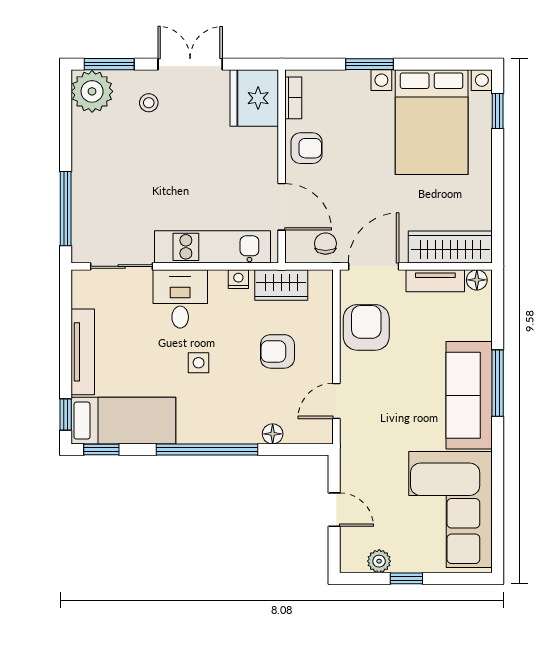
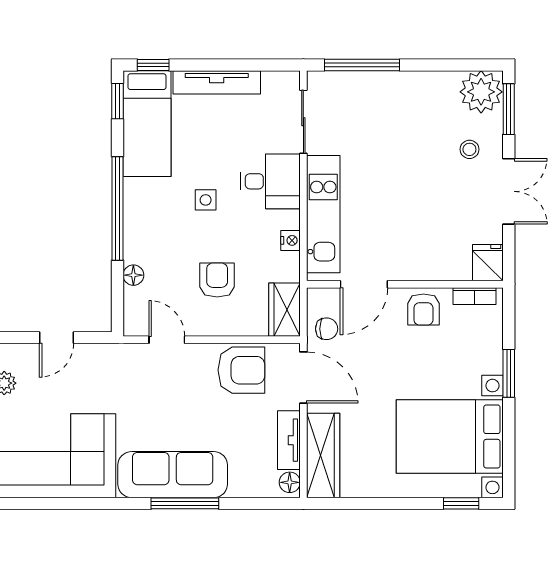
fridge: (254, 98) -> (488, 263), width x0.53, depth x0.75
wardrobe: (281, 285) -> (285, 310), moved

